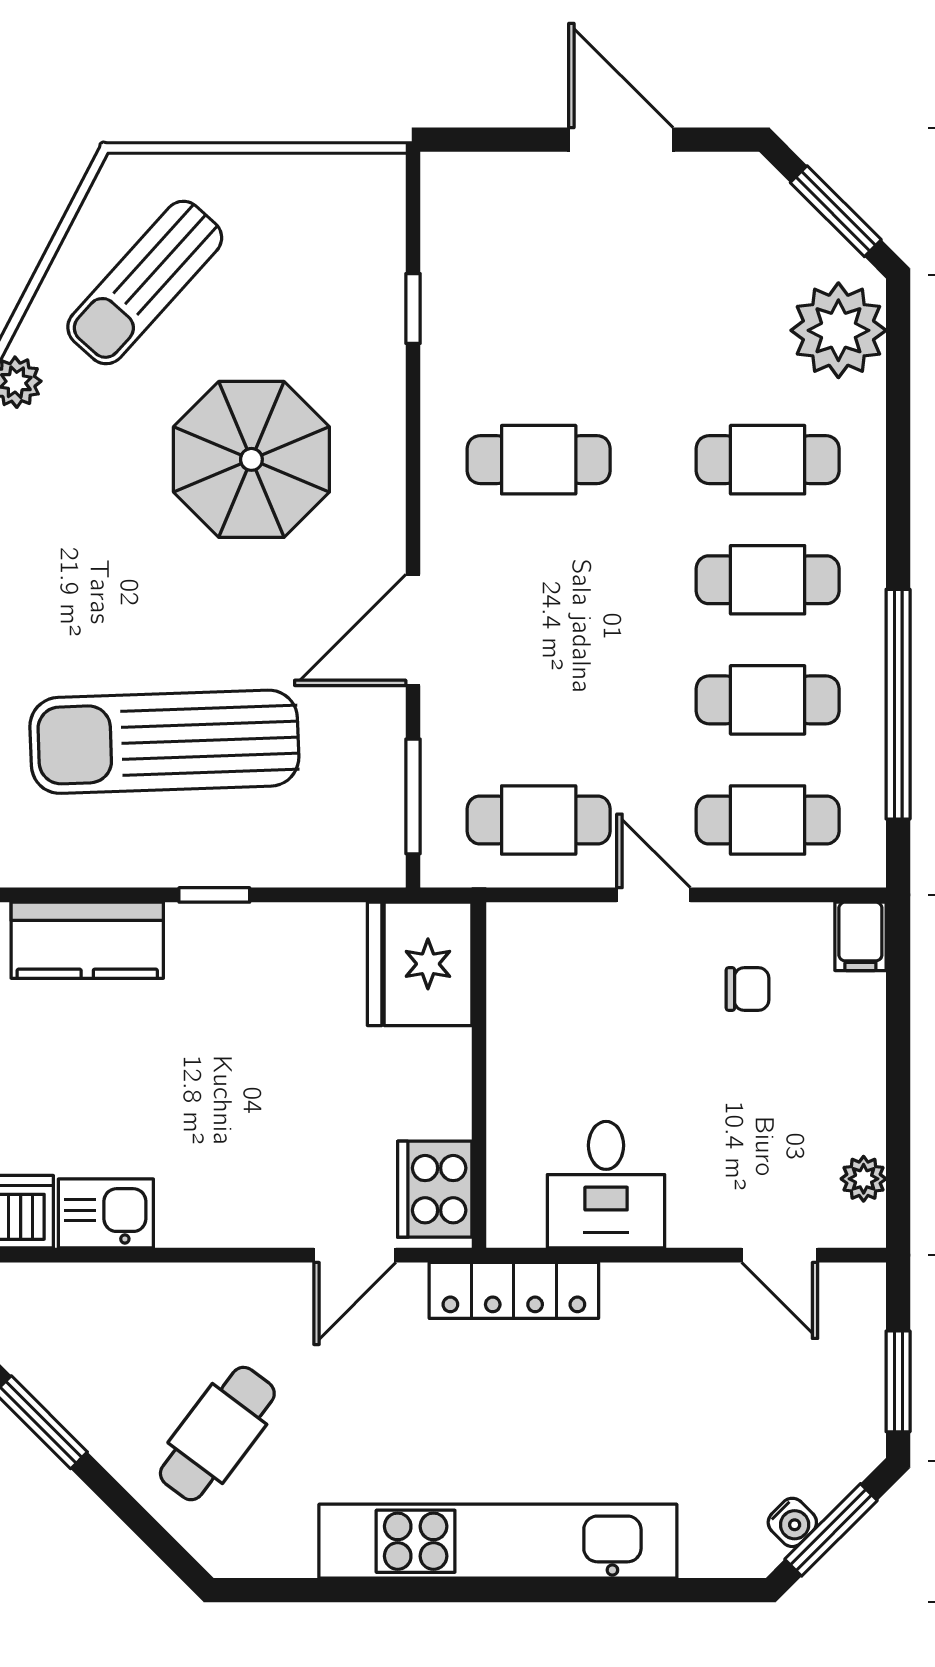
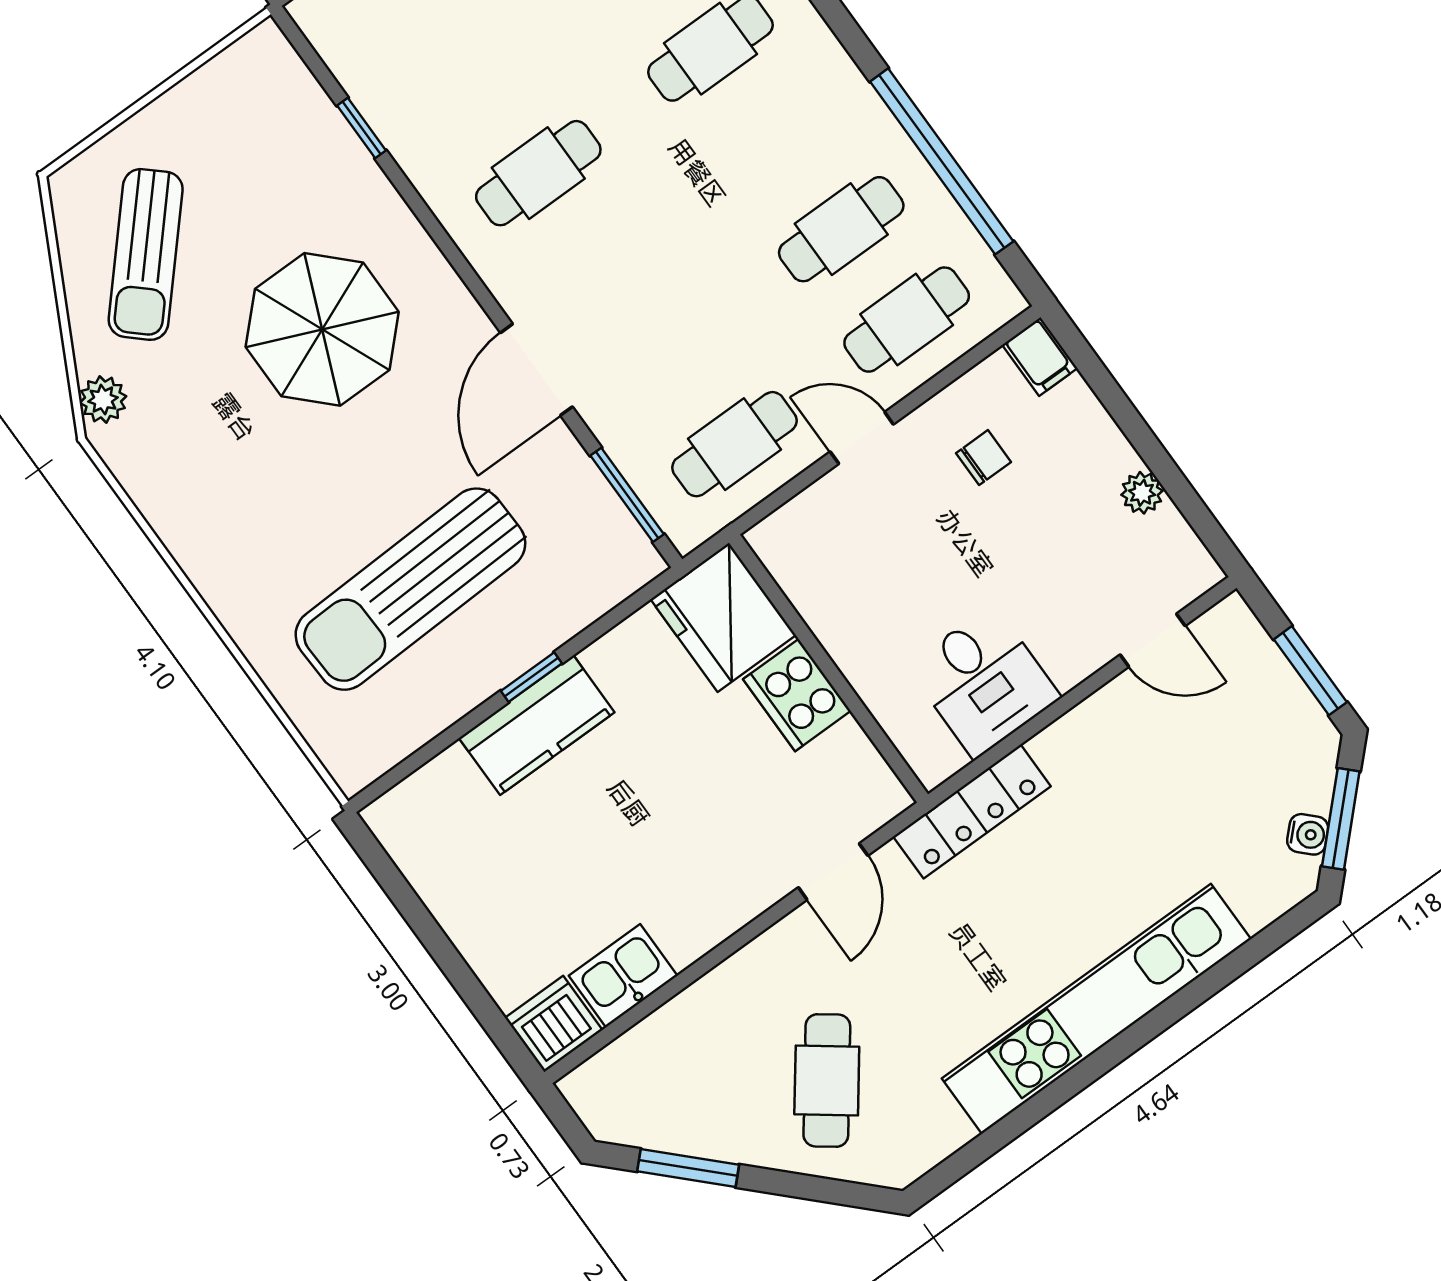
cafe table: (768, 580) -> (776, 139), removed
kitchen counter: (87, 940) -> (537, 725), moved
plant: (864, 1179) -> (1142, 493), moved
cooker: (435, 1189) -> (797, 695), moved

